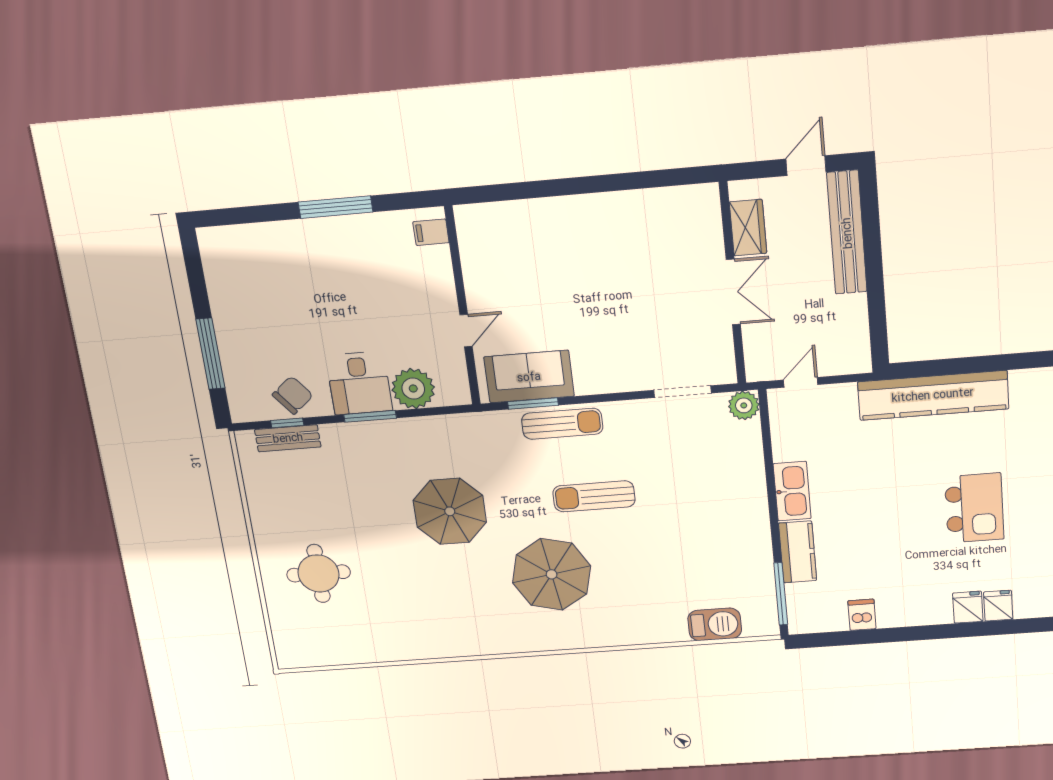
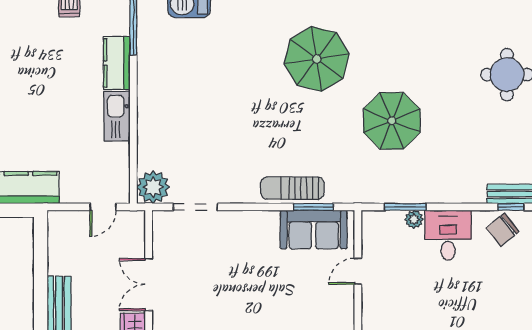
plant: (413, 389) -> (414, 219), width x0.53, depth x0.53
plant: (744, 405) -> (153, 187), width x1.36, depth x1.36
window: (370, 416) -> (405, 207), moved
sun lounger: (594, 496) -> (274, 124), removed

